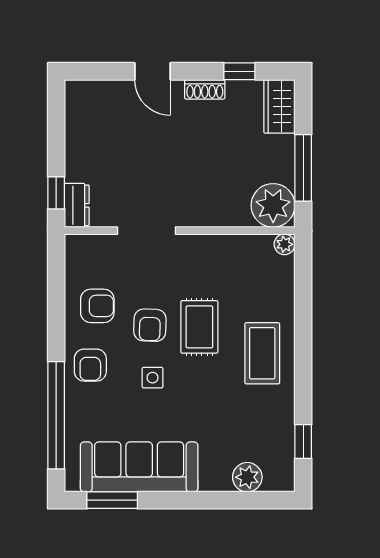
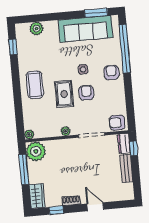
bench: (76, 150) -> (126, 168), added
plant: (203, 244) -> (66, 131), added
armchair: (97, 306) -> (117, 123), moved

